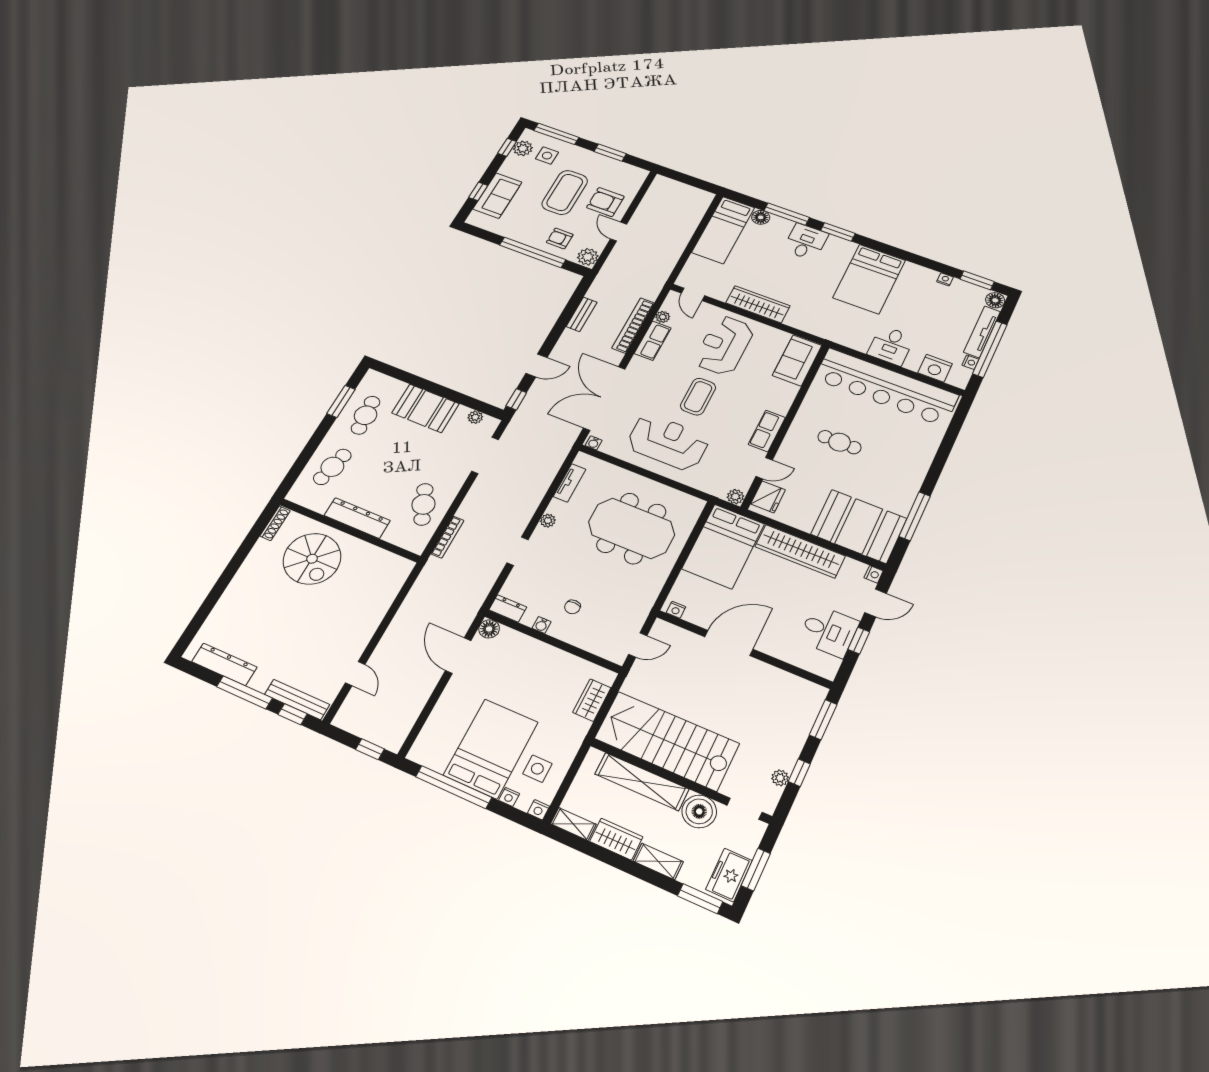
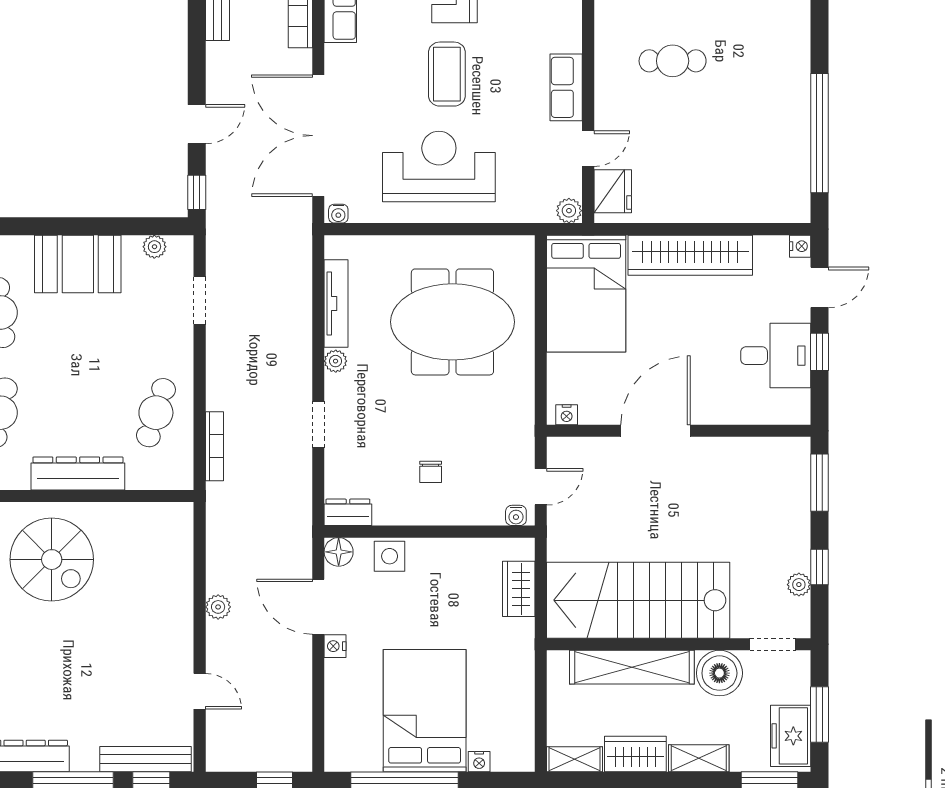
doorway: (485, 455) -> (200, 300), width x0.73
tv unit: (569, 483) -> (336, 304), width x1.41
cafe table: (423, 504) -> (156, 413), turned 42
window: (915, 516) -> (819, 133), width x1.46
booth: (859, 526) -> (752, 182), removed
water cooler: (542, 625) -> (516, 515), moved
plant: (396, 629) -> (218, 607), added
side table: (537, 769) -> (390, 556), moved
nightstand: (539, 810) -> (335, 646), moved, turned 90

